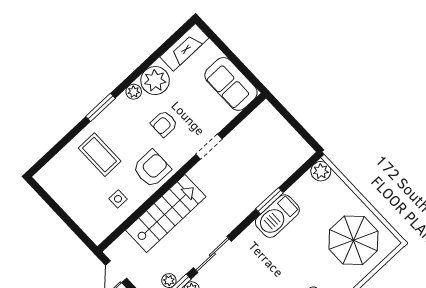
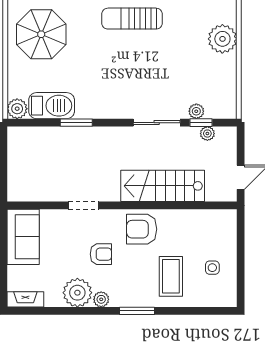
fireplace: (184, 47) -> (25, 299), width x0.73, depth x0.76
side table: (118, 199) -> (212, 268), moved
barbecue: (277, 216) -> (52, 106), moved

